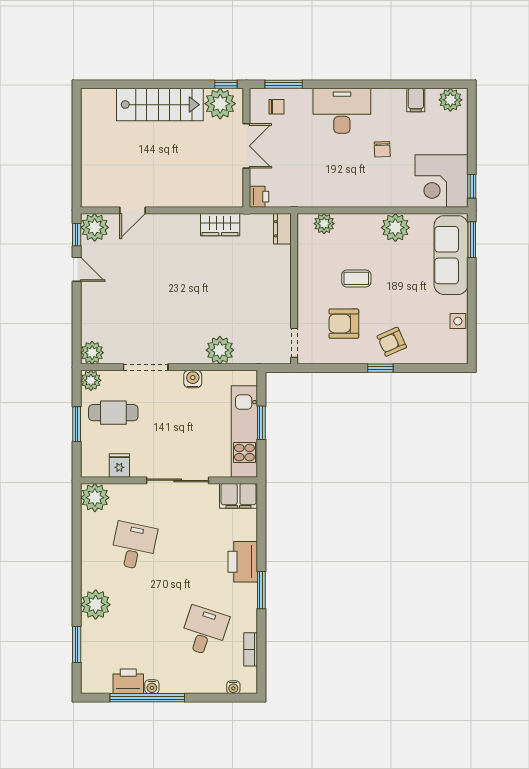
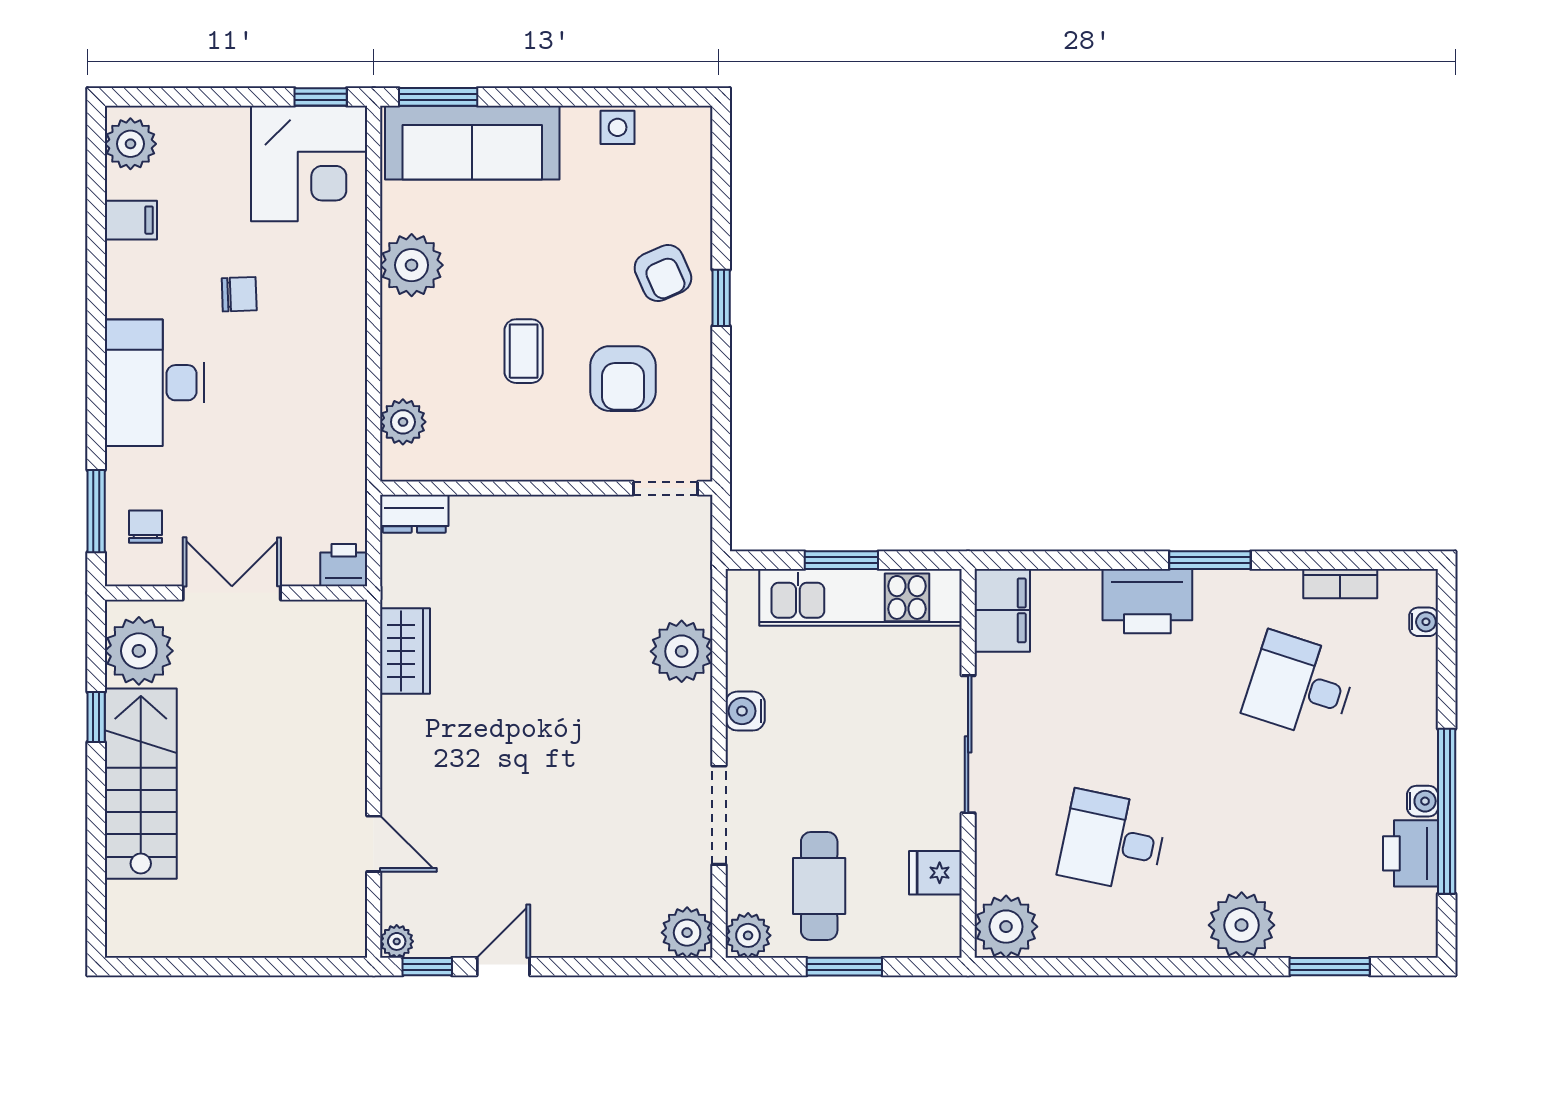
window: (226, 84) -> (96, 717), moved
plant: (95, 227) -> (397, 941), width x0.53, depth x0.53

